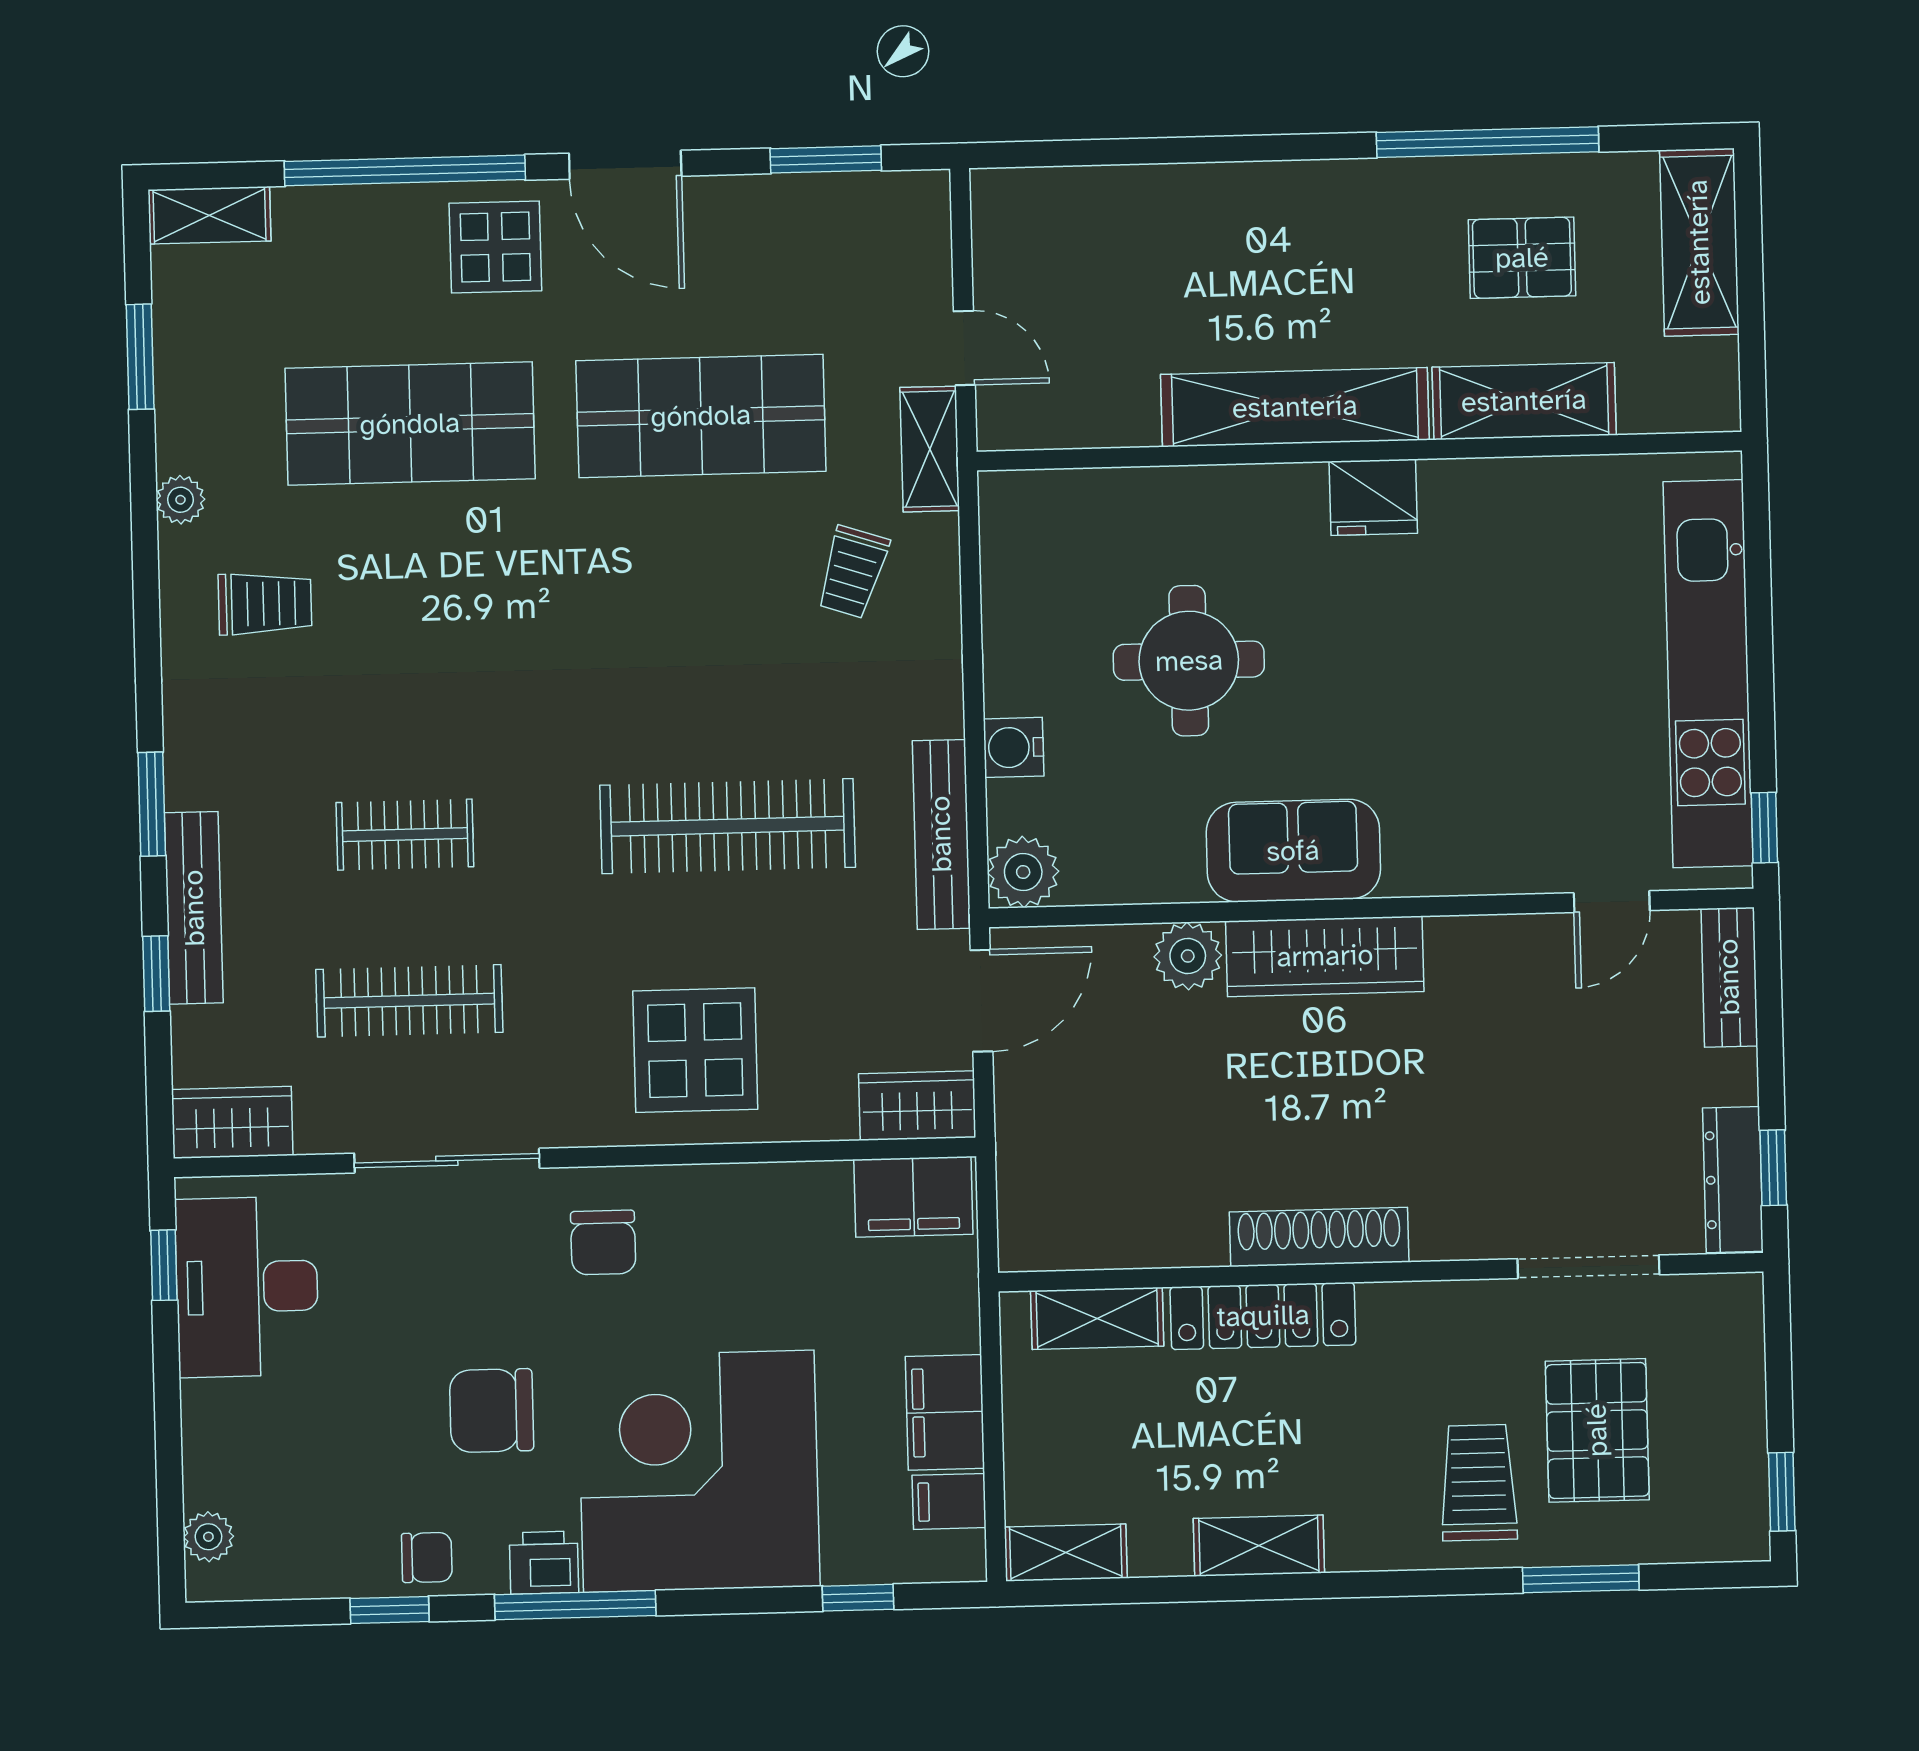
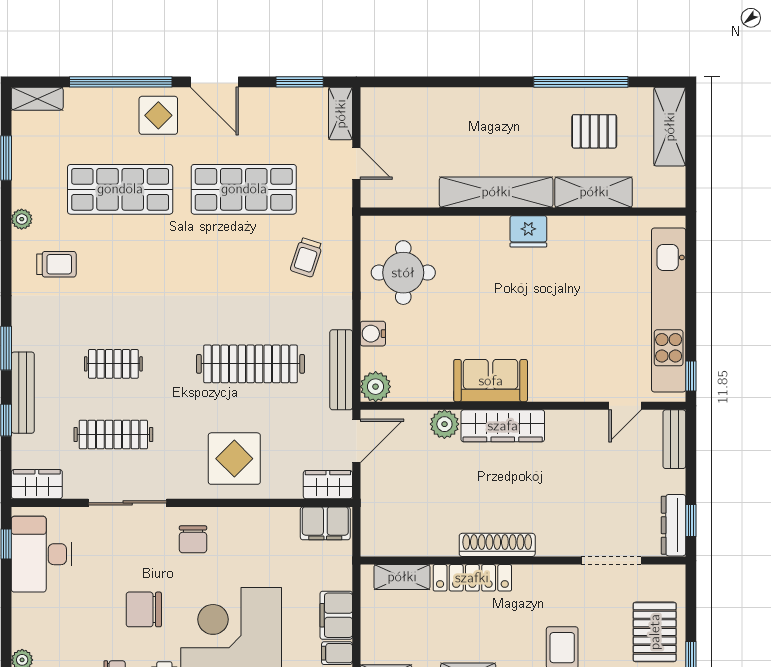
shelving: (930, 449) -> (341, 114), moved
round table: (1189, 661) -> (403, 273), moved
pallet: (1597, 1430) -> (655, 632), moved

